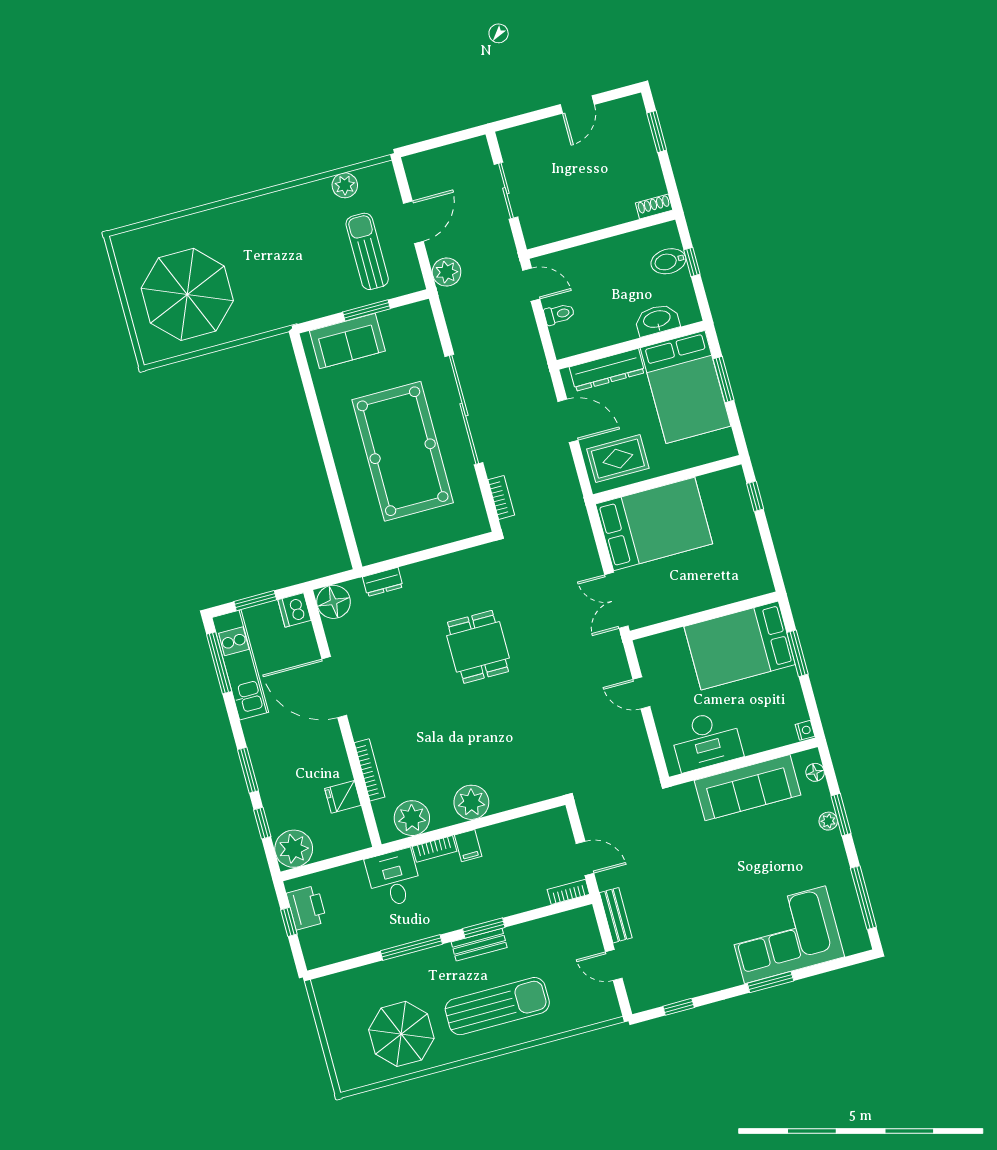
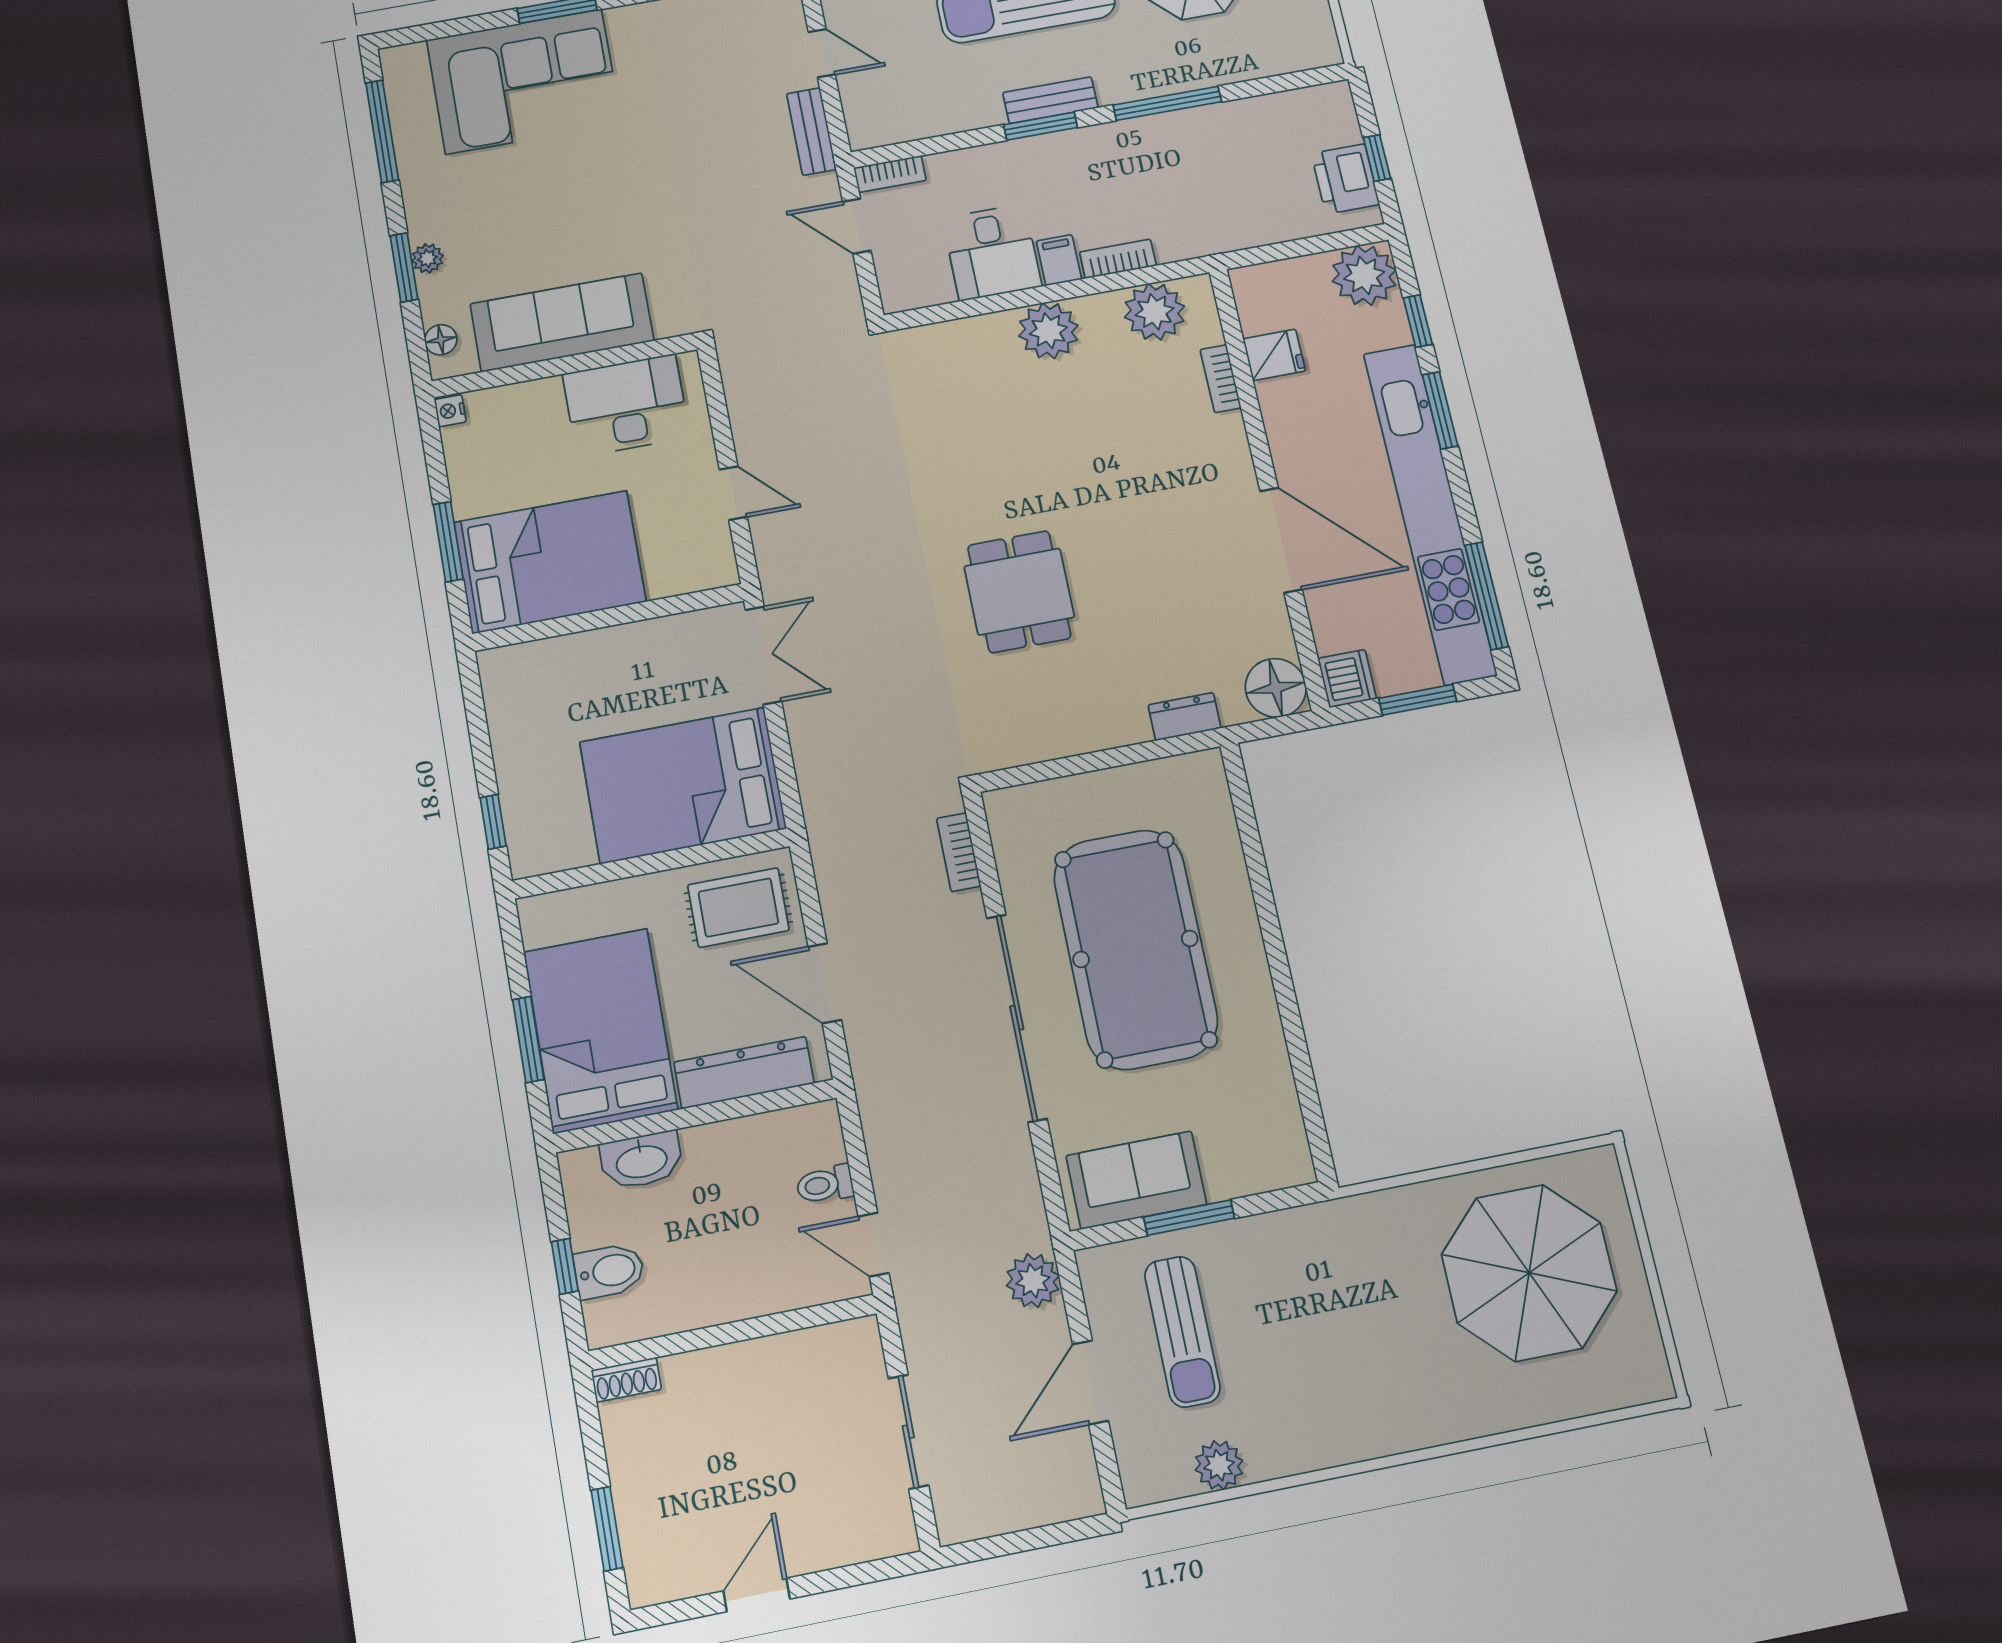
sofa: (347, 341) -> (1136, 1180), moved
kitchen unit: (240, 665) -> (1430, 513), width x1.86
bookcase: (370, 770) -> (1221, 379), width x0.64
desk: (394, 878) -> (992, 252), moved

